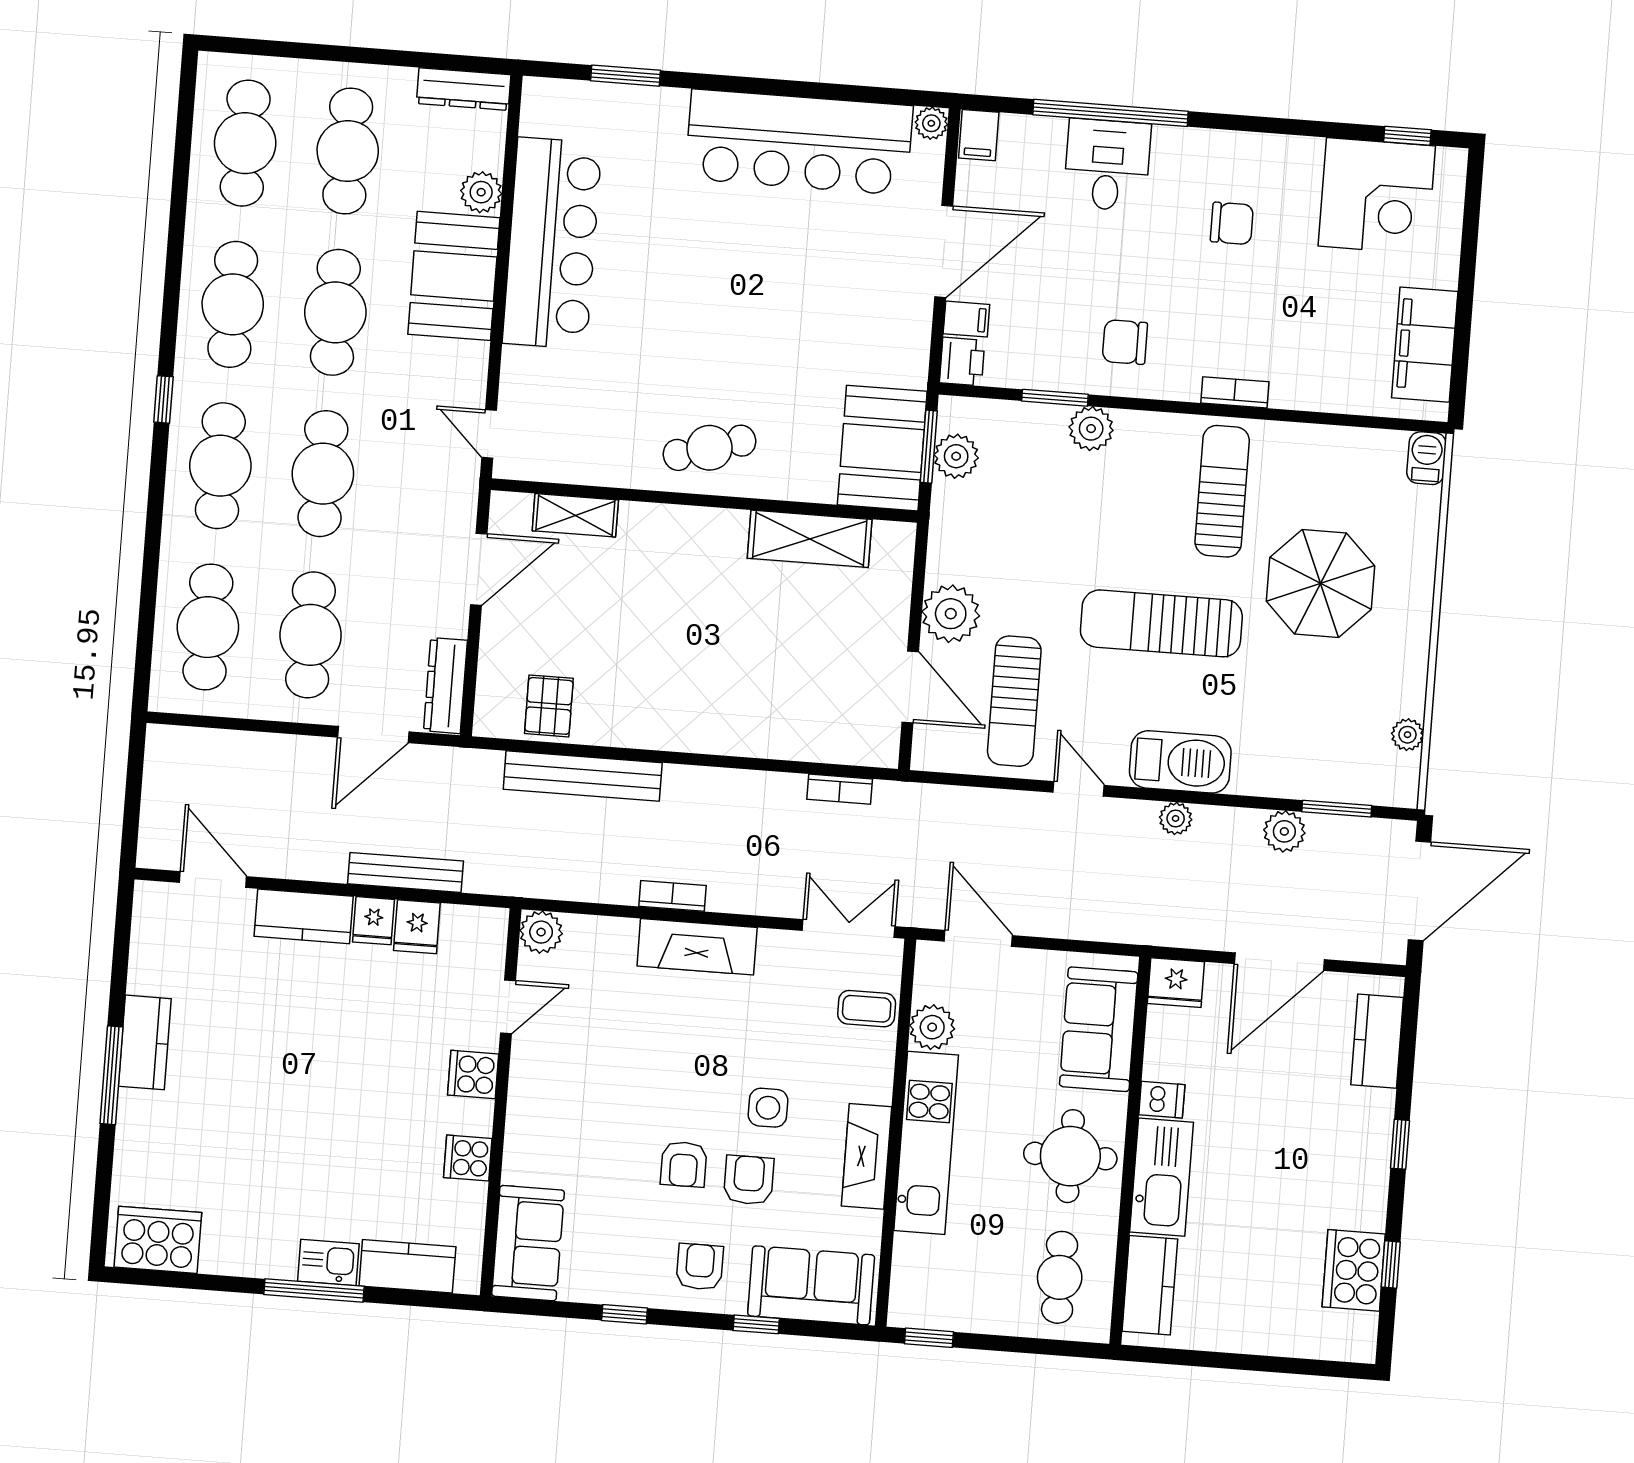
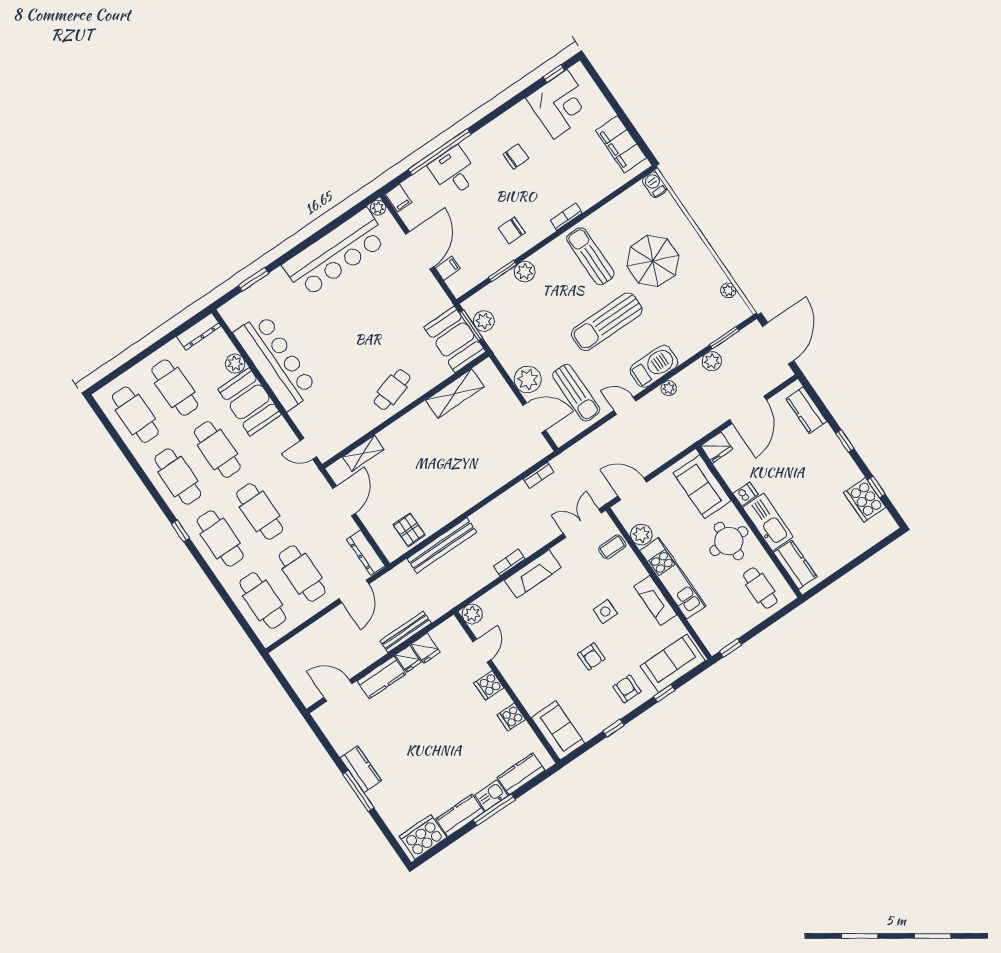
printer: (962, 362) -> (458, 285), removed
armchair: (749, 1180) -> (619, 643), removed
kitchen counter: (249, 1254) -> (460, 815), added

